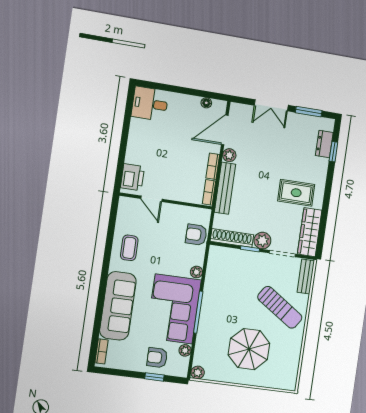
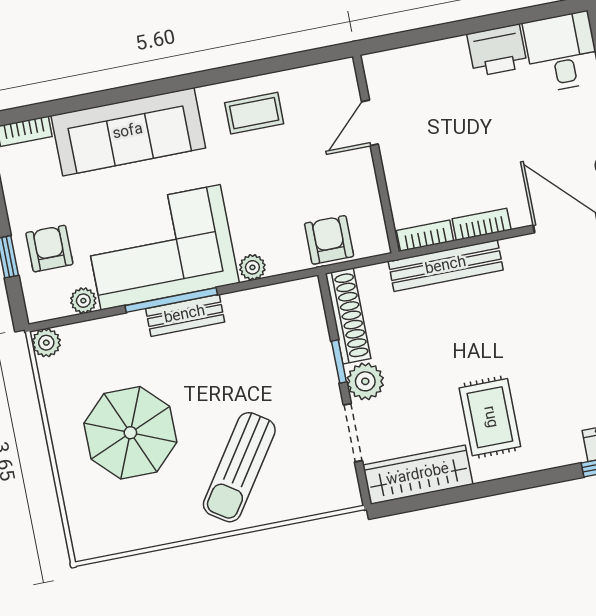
plant: (229, 155) -> (517, 250), removed
printer: (132, 177) -> (497, 50), moved
bench: (306, 276) -> (185, 315), moved

